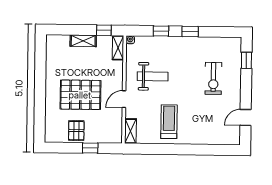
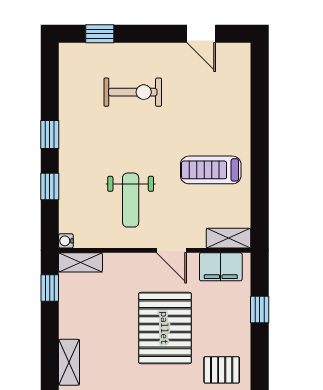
shelving: (83, 41) -> (69, 362), moved
weight bench: (153, 76) -> (131, 200), turned 180
filing cabinet: (114, 127) -> (221, 267), added
pallet: (76, 131) -> (222, 370), moved

